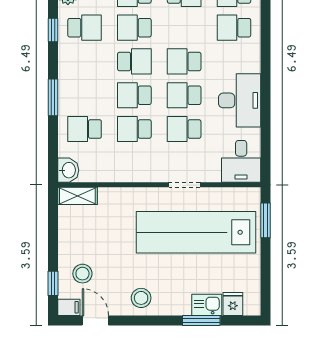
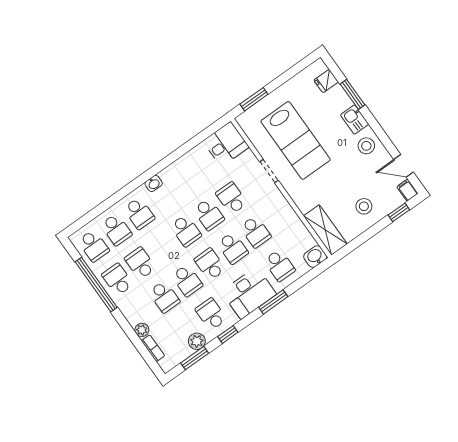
washbasin: (253, 63) -> (154, 183), added
desk: (240, 100) -> (249, 293), moved, turned 180
school desk: (184, 129) -> (231, 198), turned 180
shelving: (77, 196) -> (325, 230), width x1.50, depth x1.33
lab bench: (196, 232) -> (296, 140), width x0.73
stool: (82, 274) -> (364, 206), moved
kitchen sink: (207, 305) -> (355, 120), moved
door: (95, 320) -> (403, 166), hinge flipped

